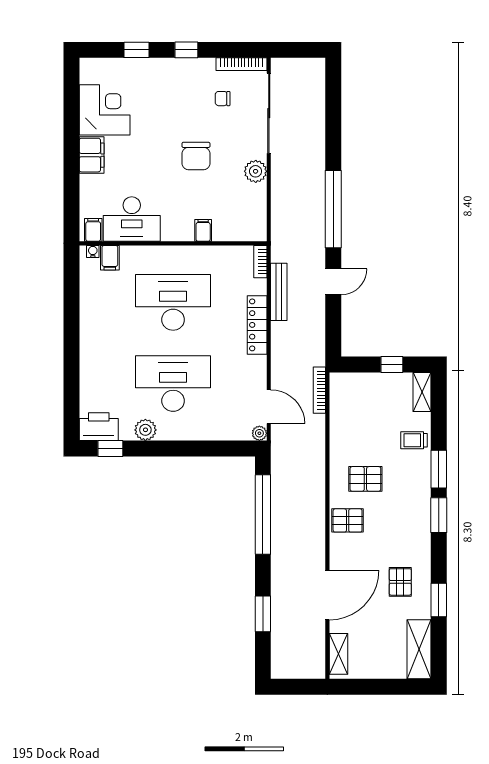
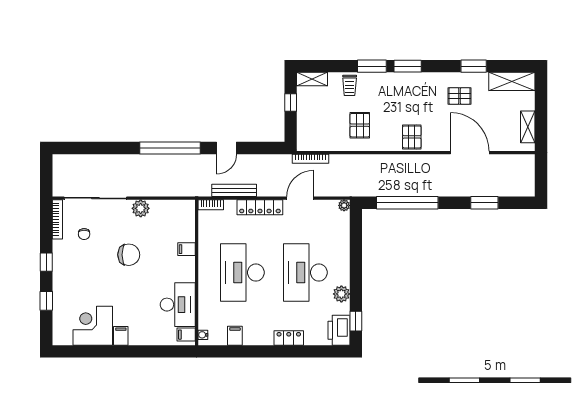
filing cabinet: (92, 155) -> (121, 336), width x0.50
filing cabinet: (110, 258) -> (235, 336), moved, turned -90
door: (333, 282) -> (226, 148), swing flipped
locker: (89, 362) -> (289, 338), added
door: (269, 407) -> (300, 198), moved
pallet: (365, 479) -> (360, 125), moved
shelving: (339, 654) -> (528, 127), moved, turned 90

